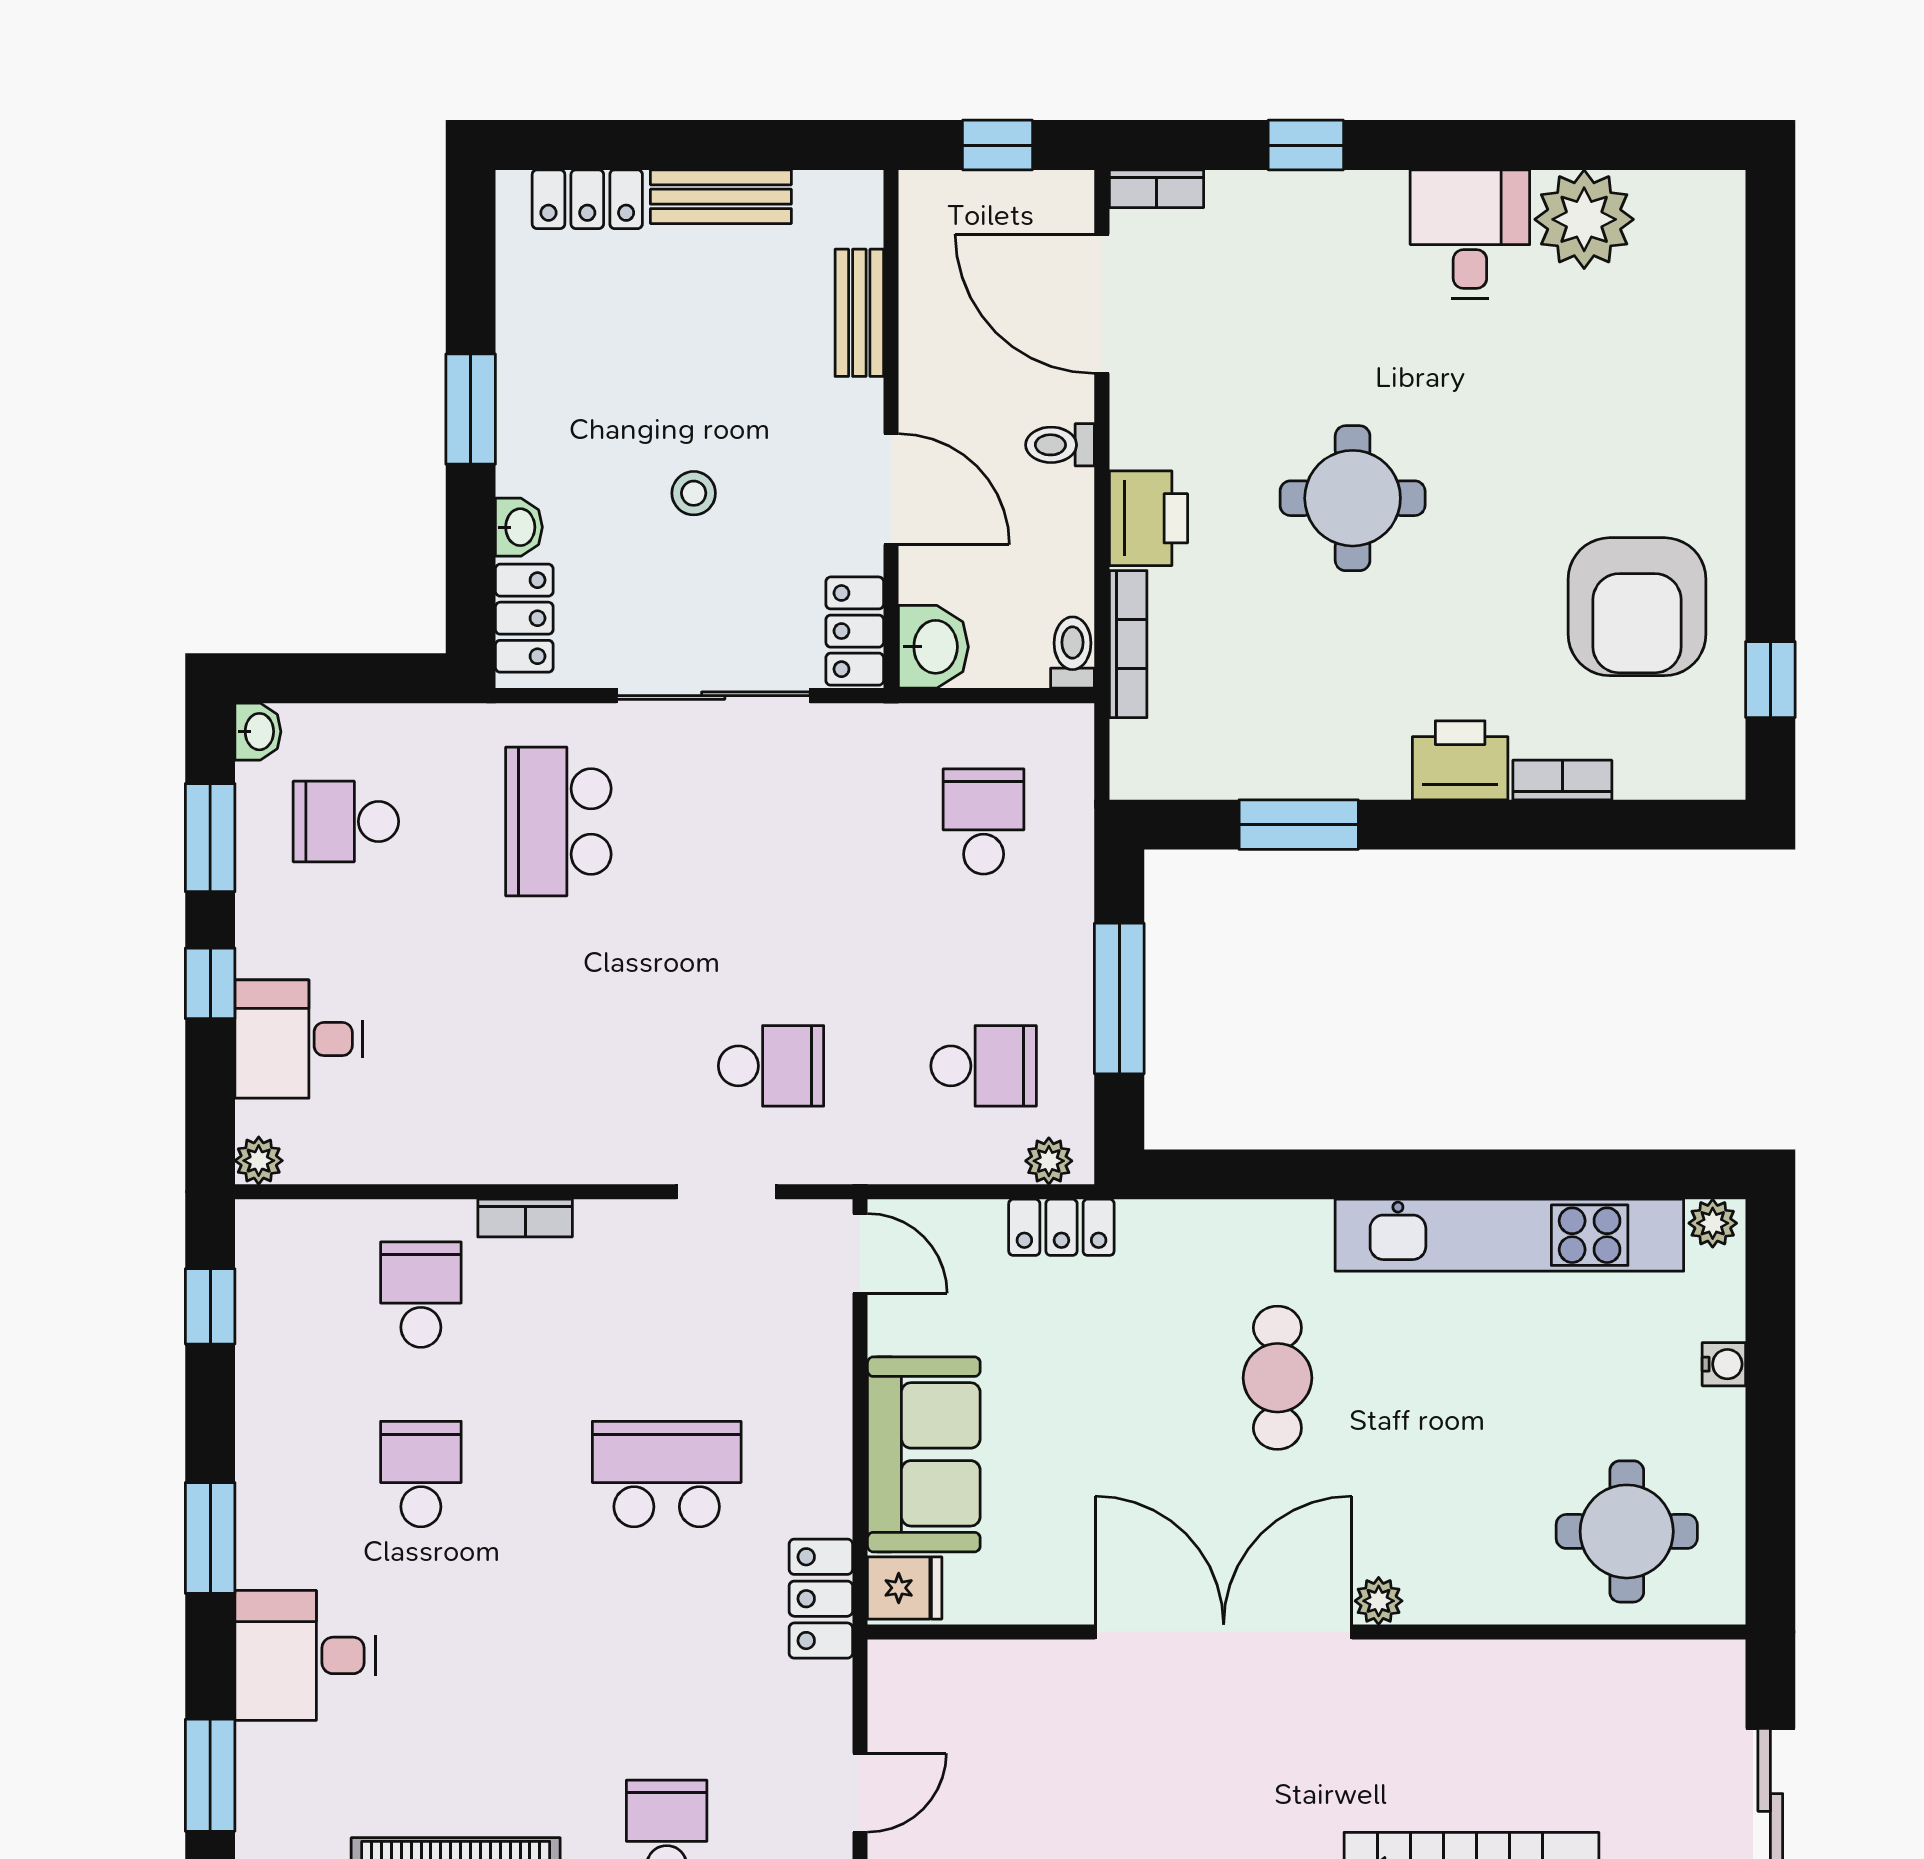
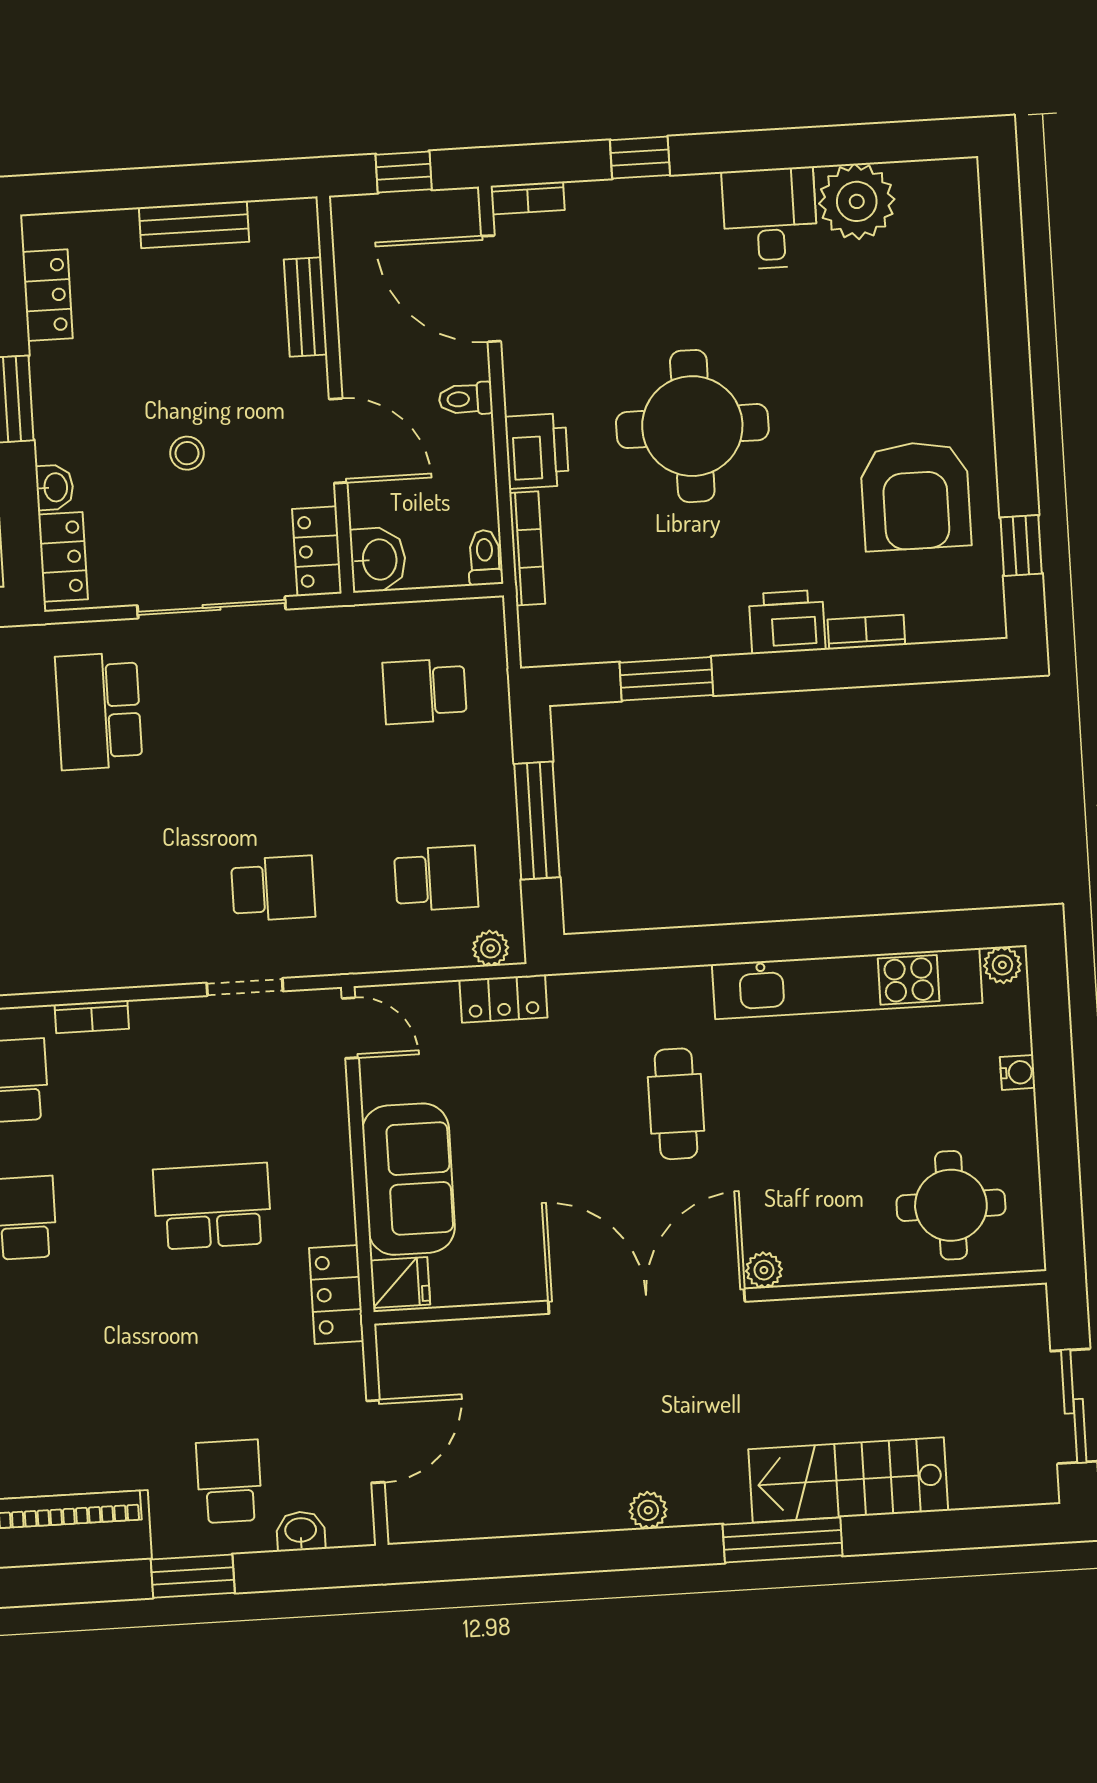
locker: (587, 199) -> (47, 295), moved, turned -90
round table: (1353, 498) -> (692, 426), width x1.36, depth x1.36
school desk: (984, 821) -> (425, 691), turned -90
door: (860, 1793) -> (376, 1441), width x1.37

